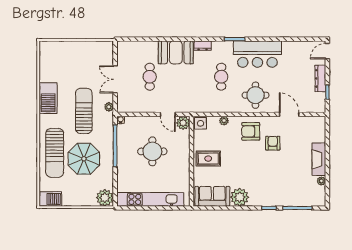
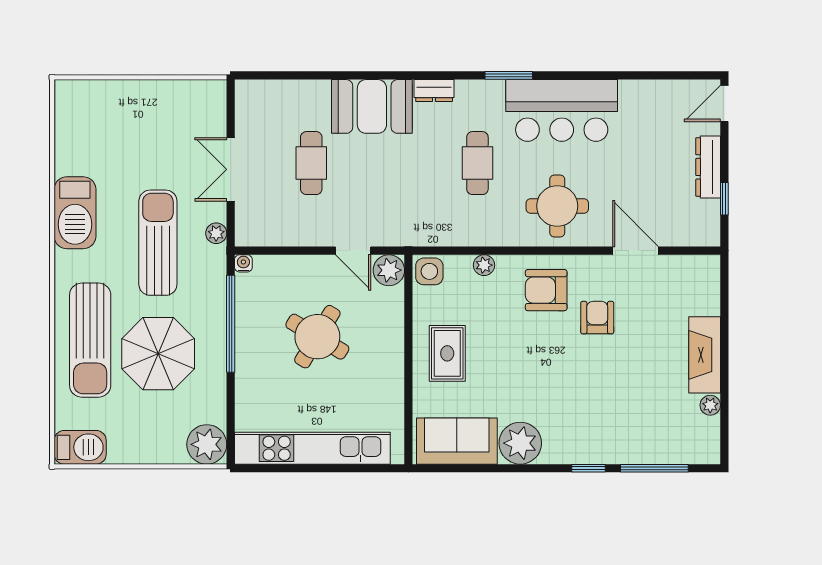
round table: (152, 151) -> (317, 337), turned 31
rug: (208, 159) -> (447, 353), turned 90

